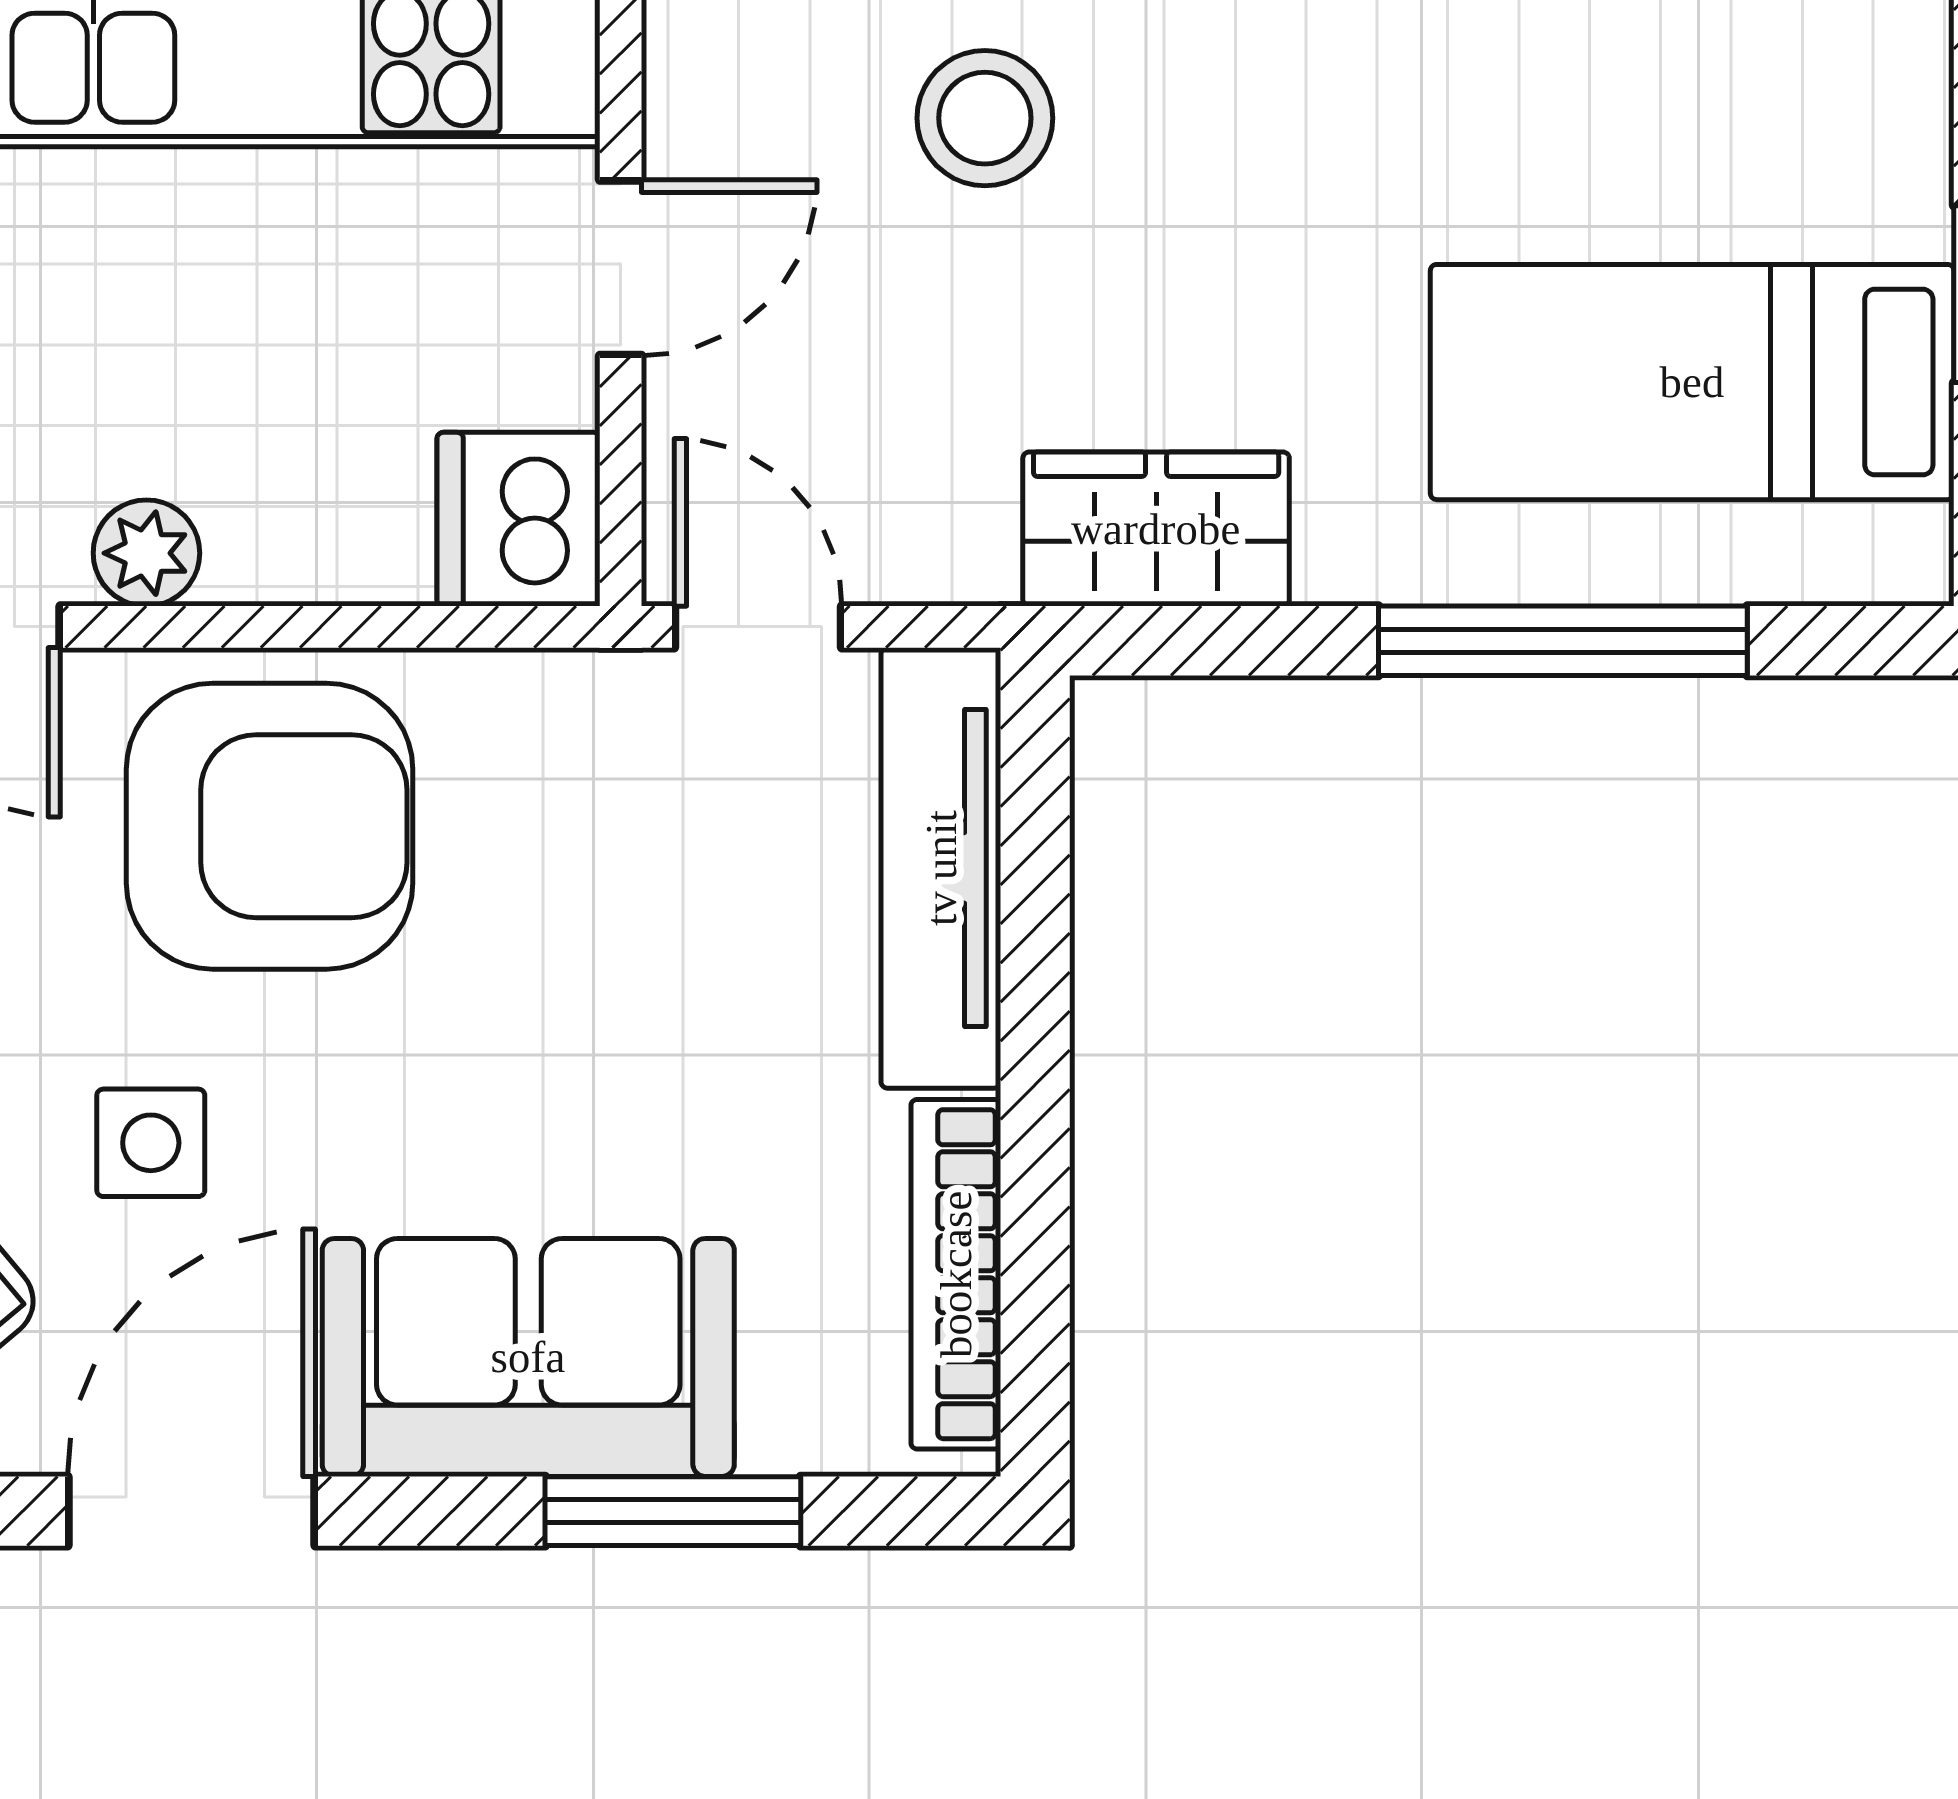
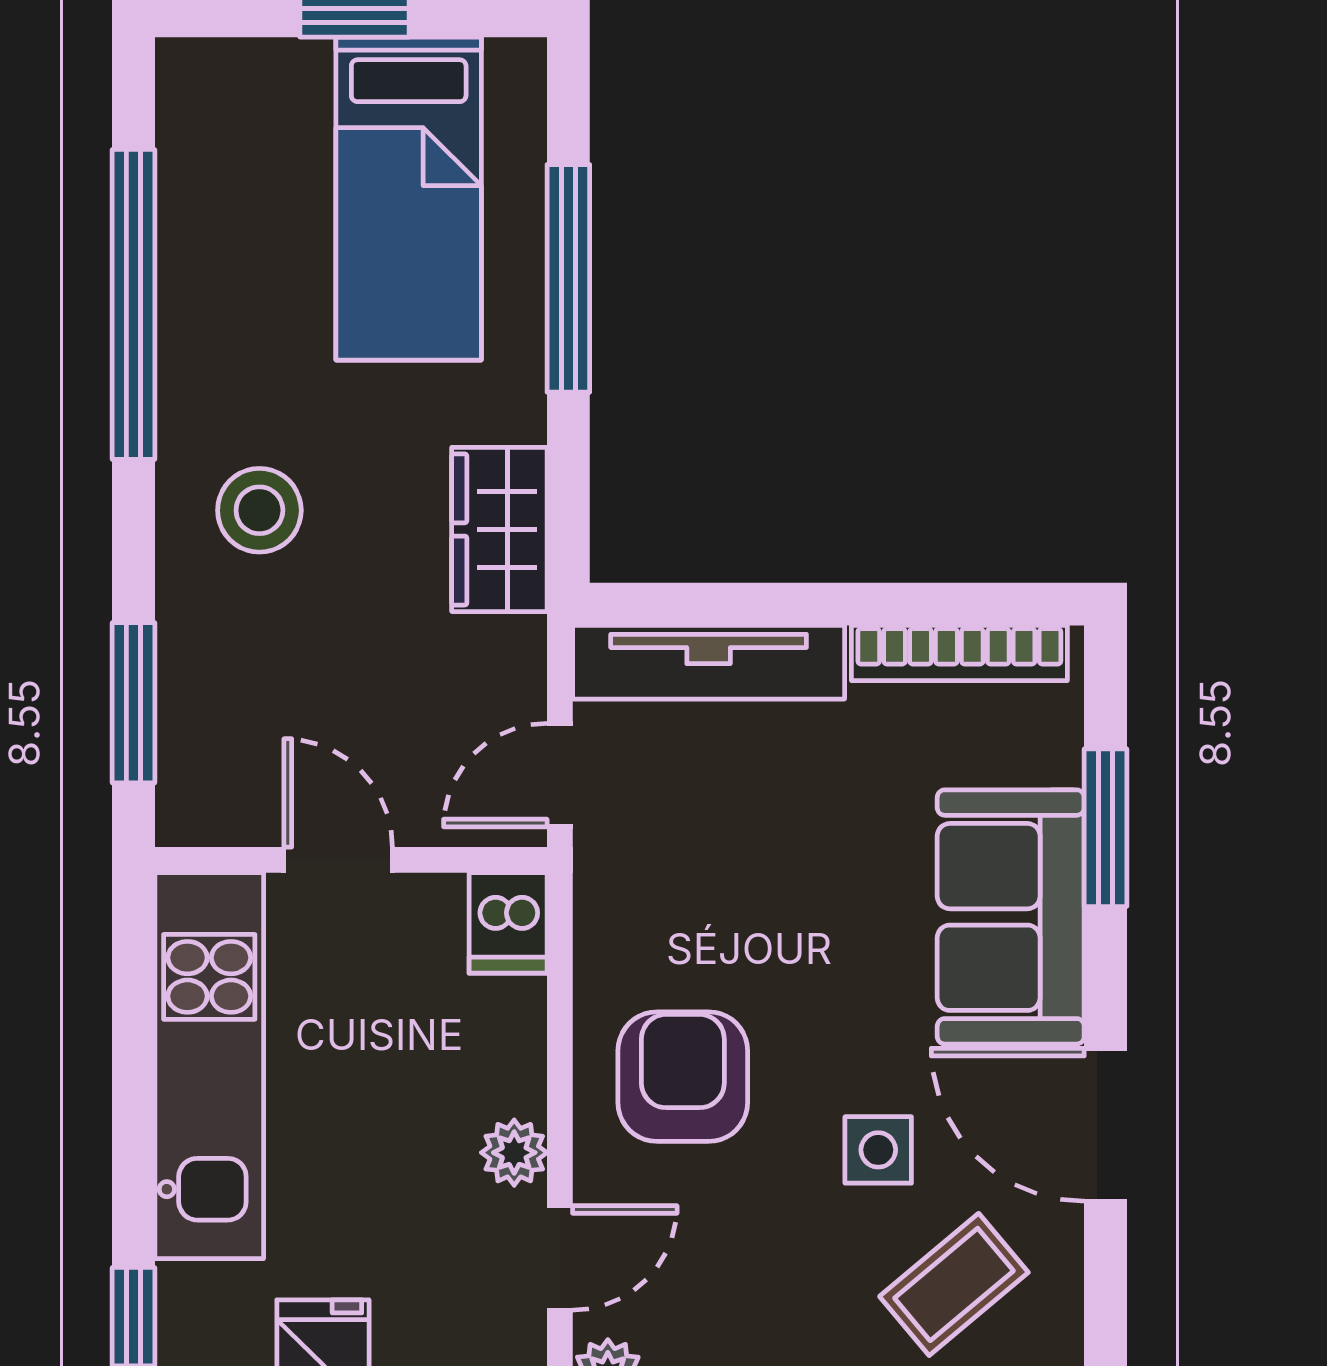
stool: (985, 118) -> (259, 510), moved
dishwasher: (519, 519) -> (508, 923), width x0.73
armchair: (270, 826) -> (683, 1077), width x0.73, depth x0.73

